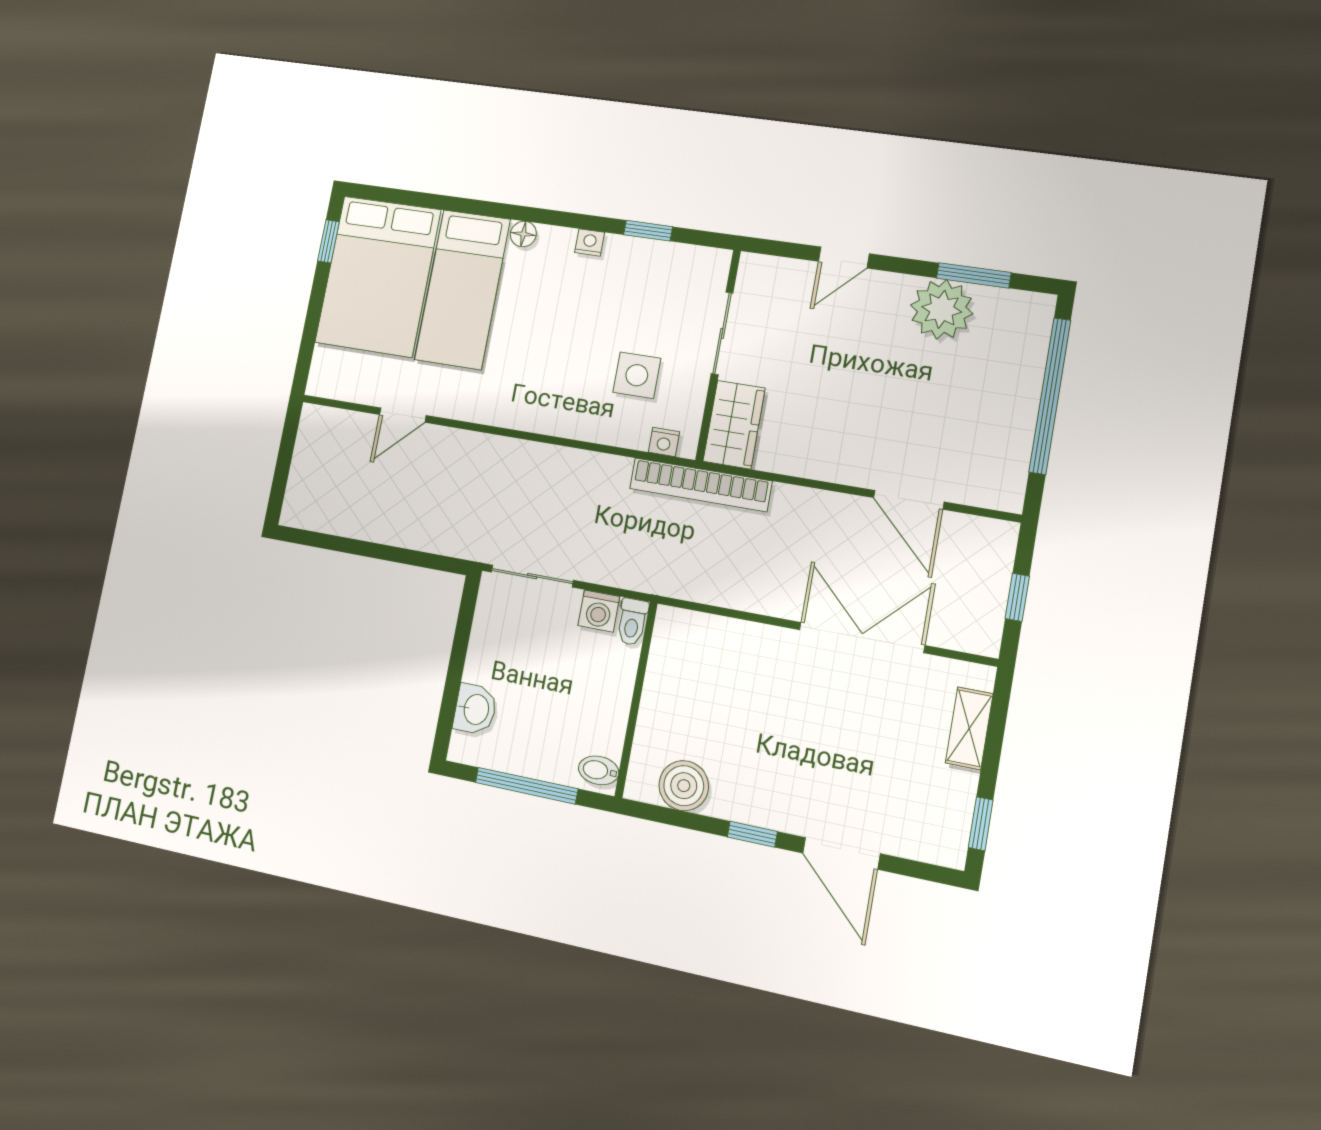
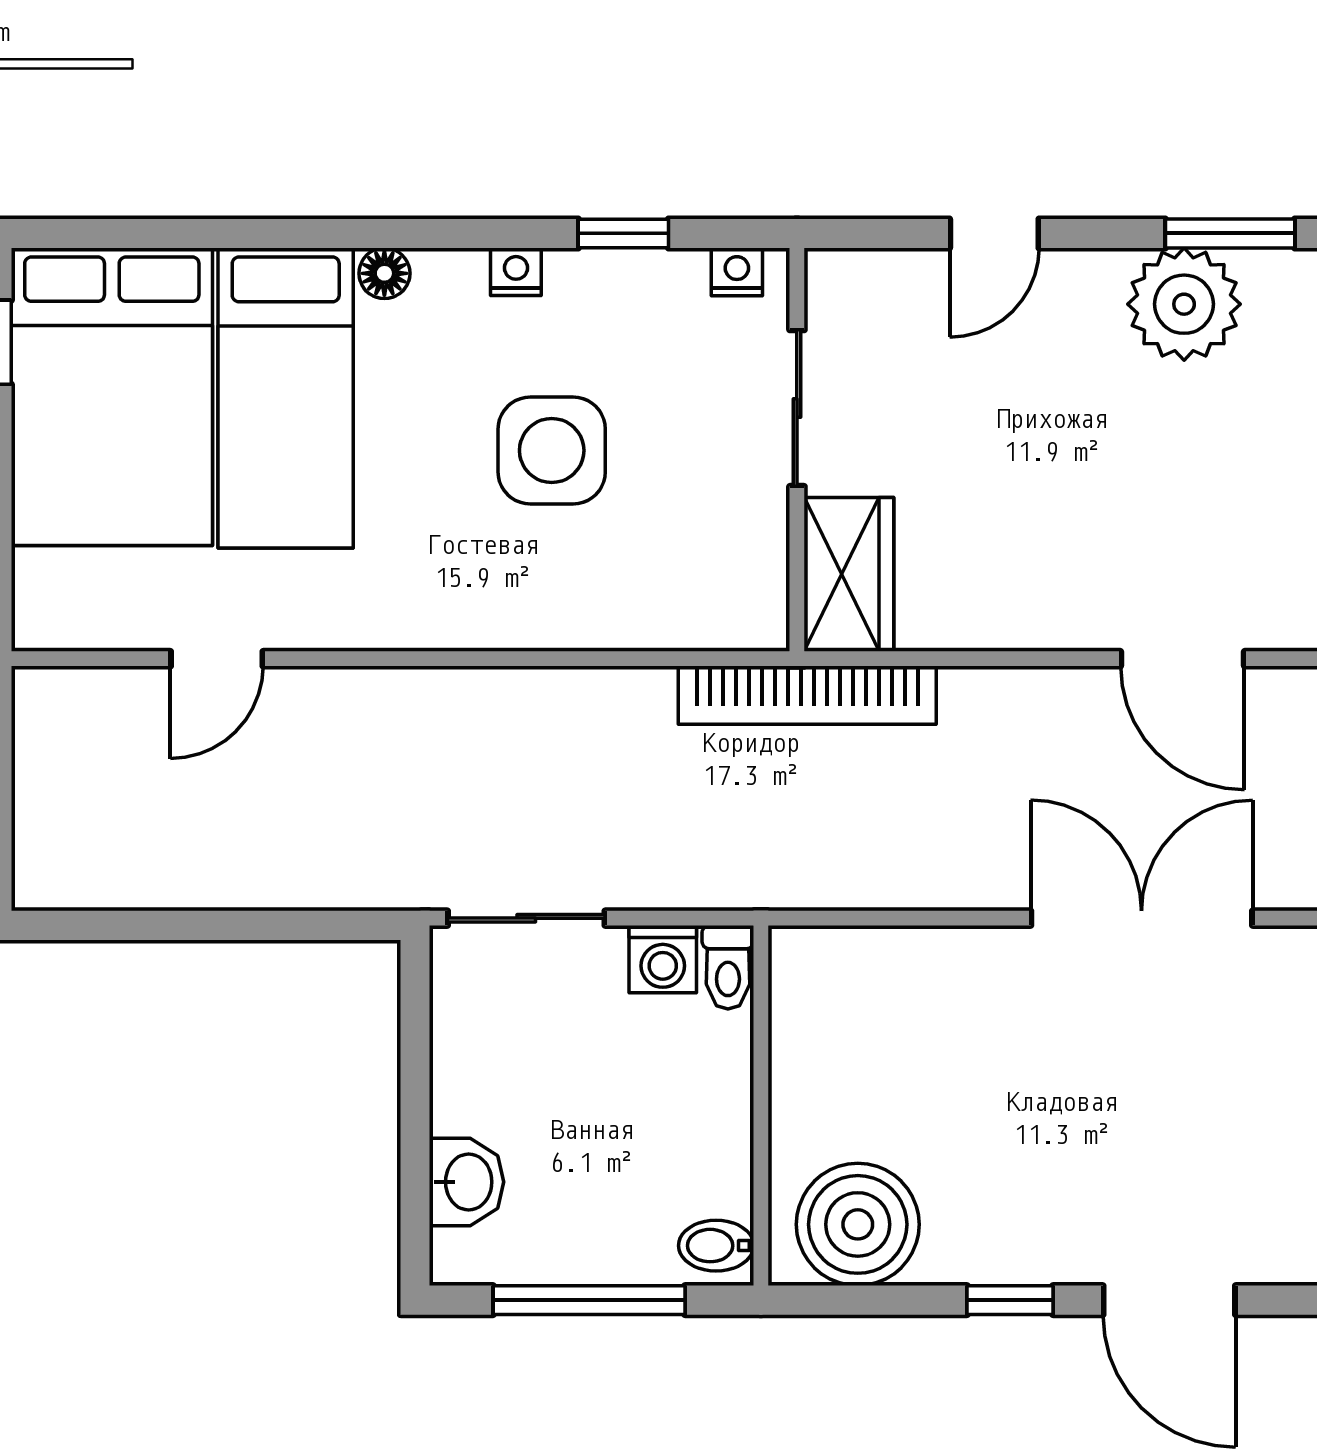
side table: (637, 375) -> (552, 450), moved, width x1.37, depth x1.37
nightstand: (664, 442) -> (737, 272), moved, turned 180
boiler: (684, 786) -> (858, 1224), width x1.37, depth x1.37

